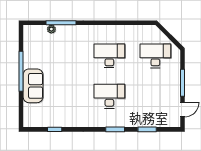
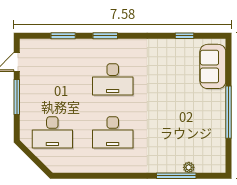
sofa: (33, 86) -> (213, 66), moved

